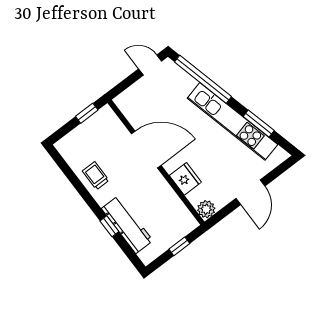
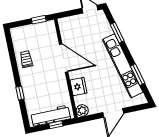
window: (203, 79) -> (117, 33), width x0.47
workbench: (127, 225) -> (51, 116), moved, turned -90

